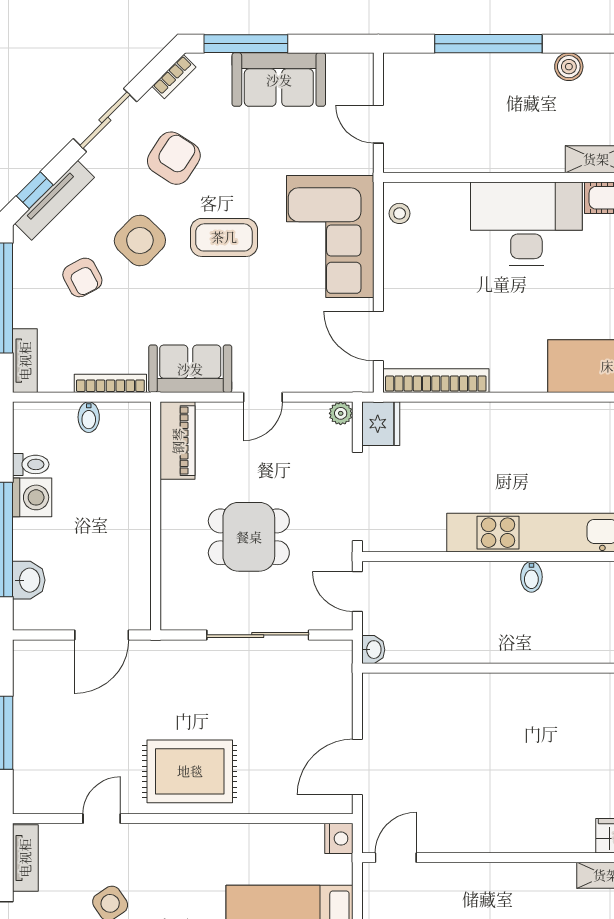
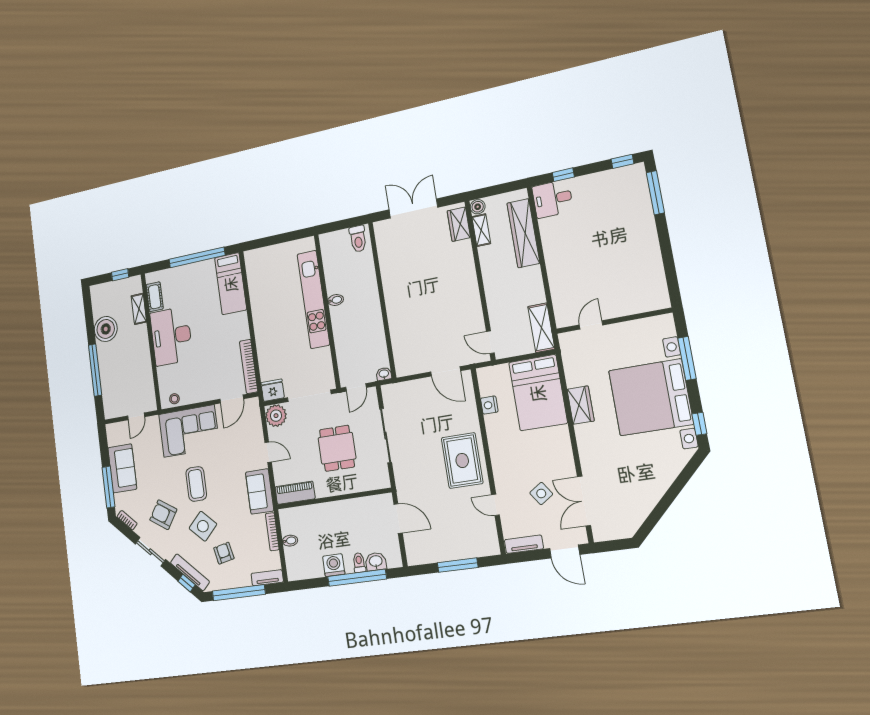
boiler: (569, 67) -> (106, 329), width x1.86, depth x1.86
armchair: (82, 277) -> (224, 553), turned -74
plant: (341, 413) -> (276, 416), width x1.88, depth x1.88
toilet: (31, 464) -> (359, 563), moved
nightstand: (339, 839) -> (489, 405), moved, turned -90

